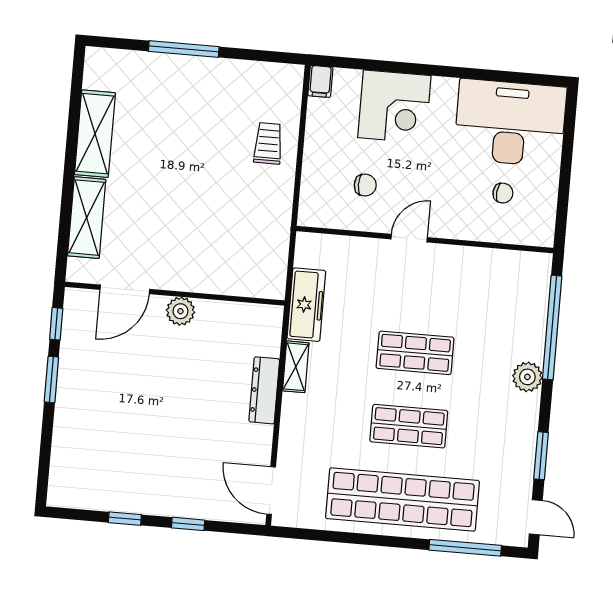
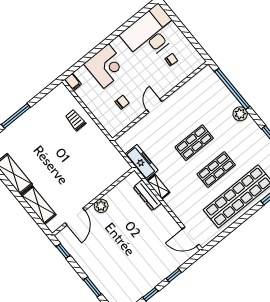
window: (51, 380) -> (92, 287), moved
dresser: (264, 390) -> (147, 195), moved

